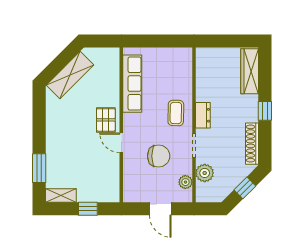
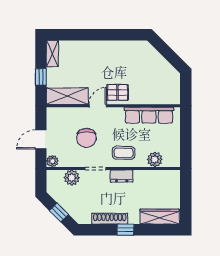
shelving: (70, 75) -> (67, 96), moved, turned -45
plant: (184, 77) -> (155, 159), added
shoe rack: (252, 144) -> (110, 219), moved
window: (39, 168) -> (76, 35), removed
plant: (185, 182) -> (52, 161), moved

